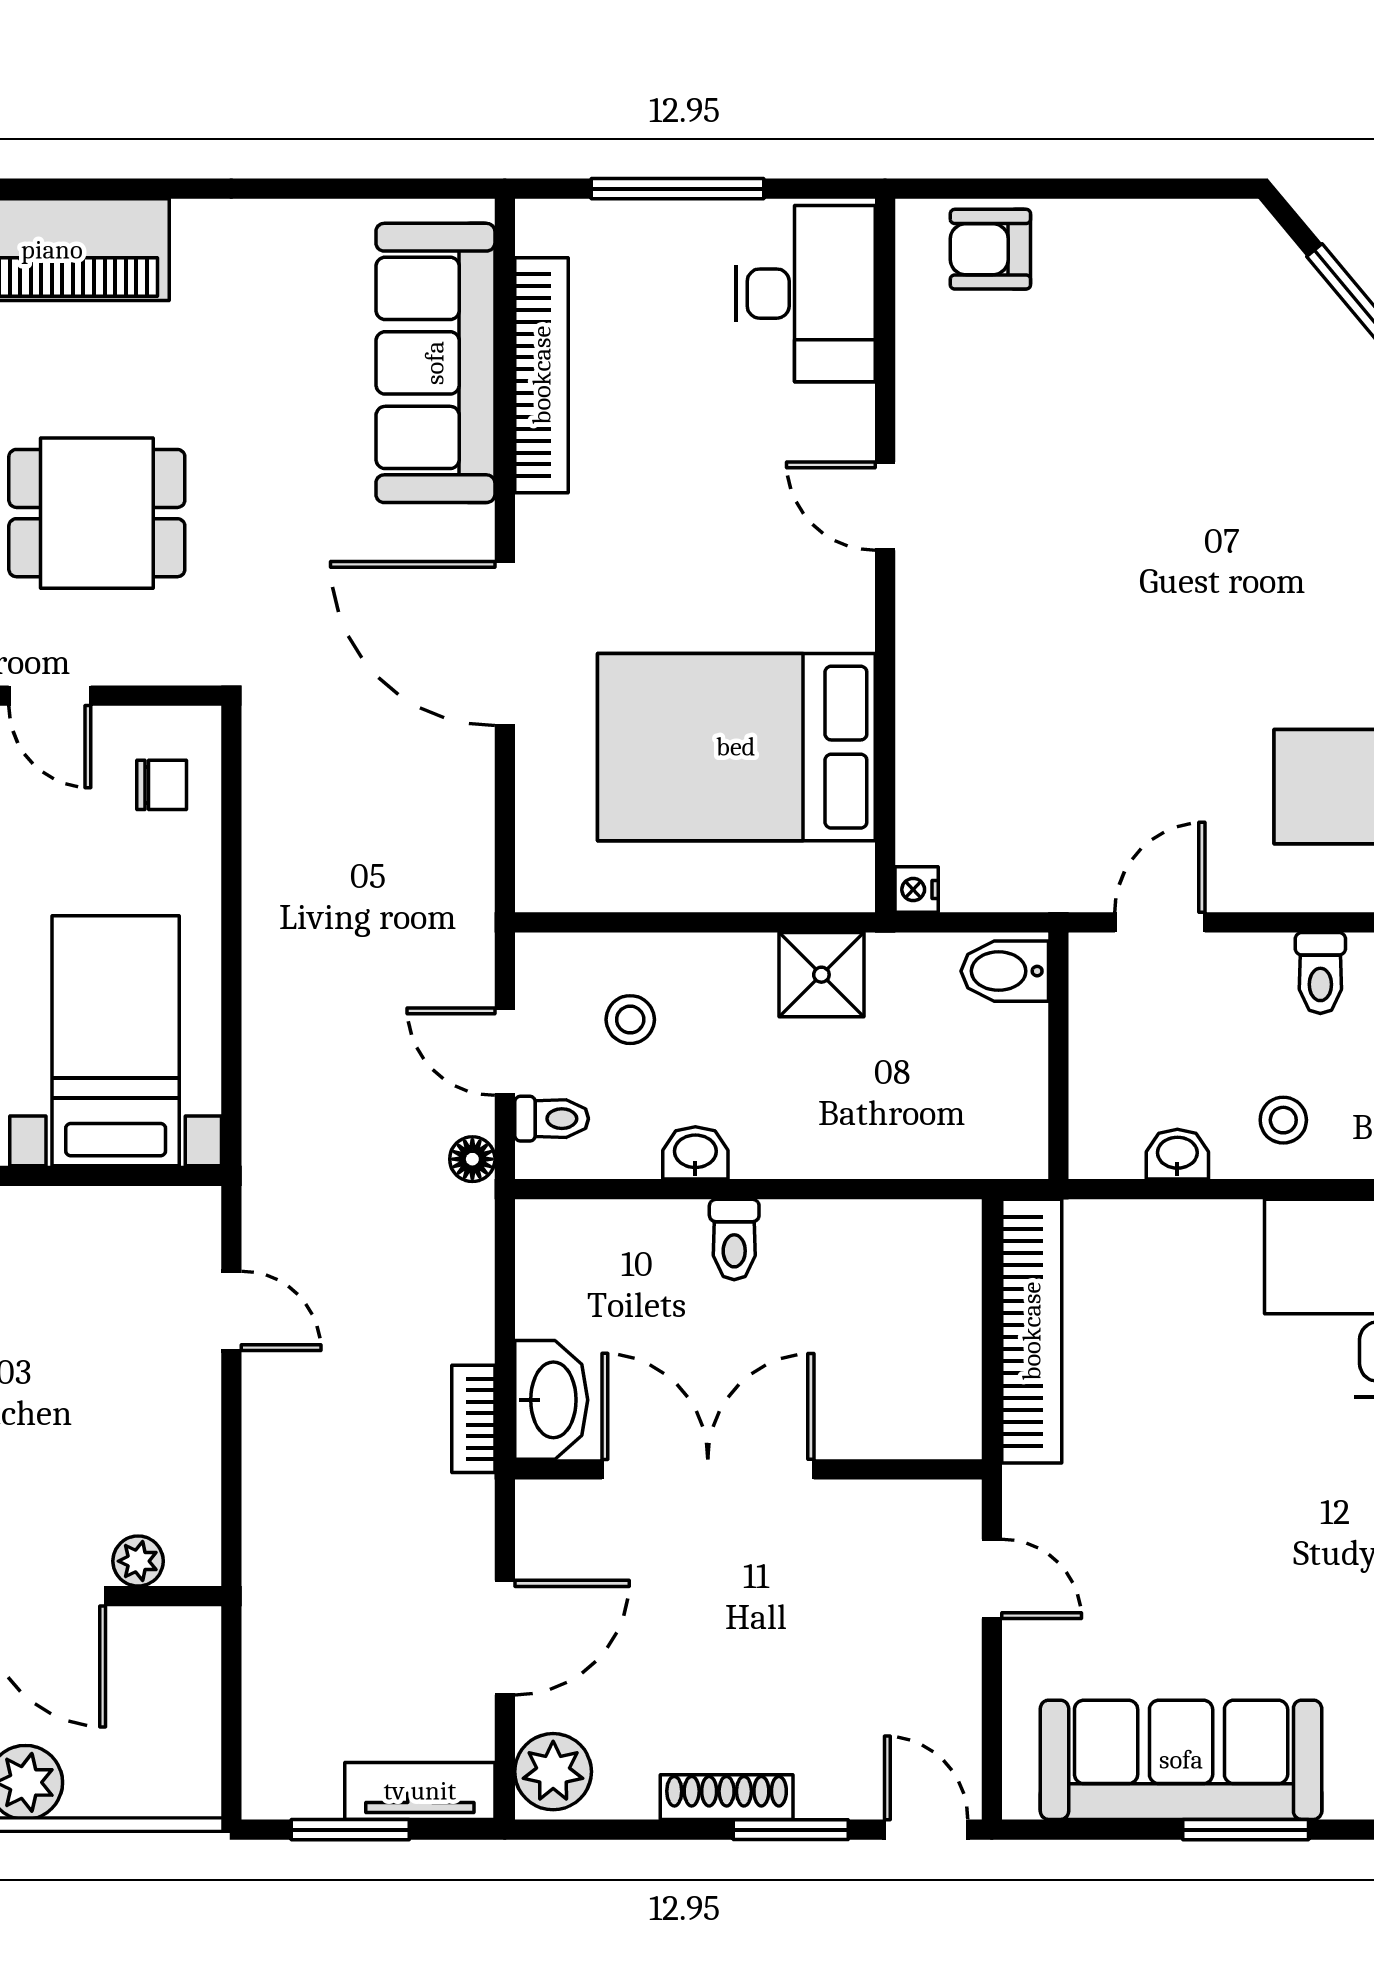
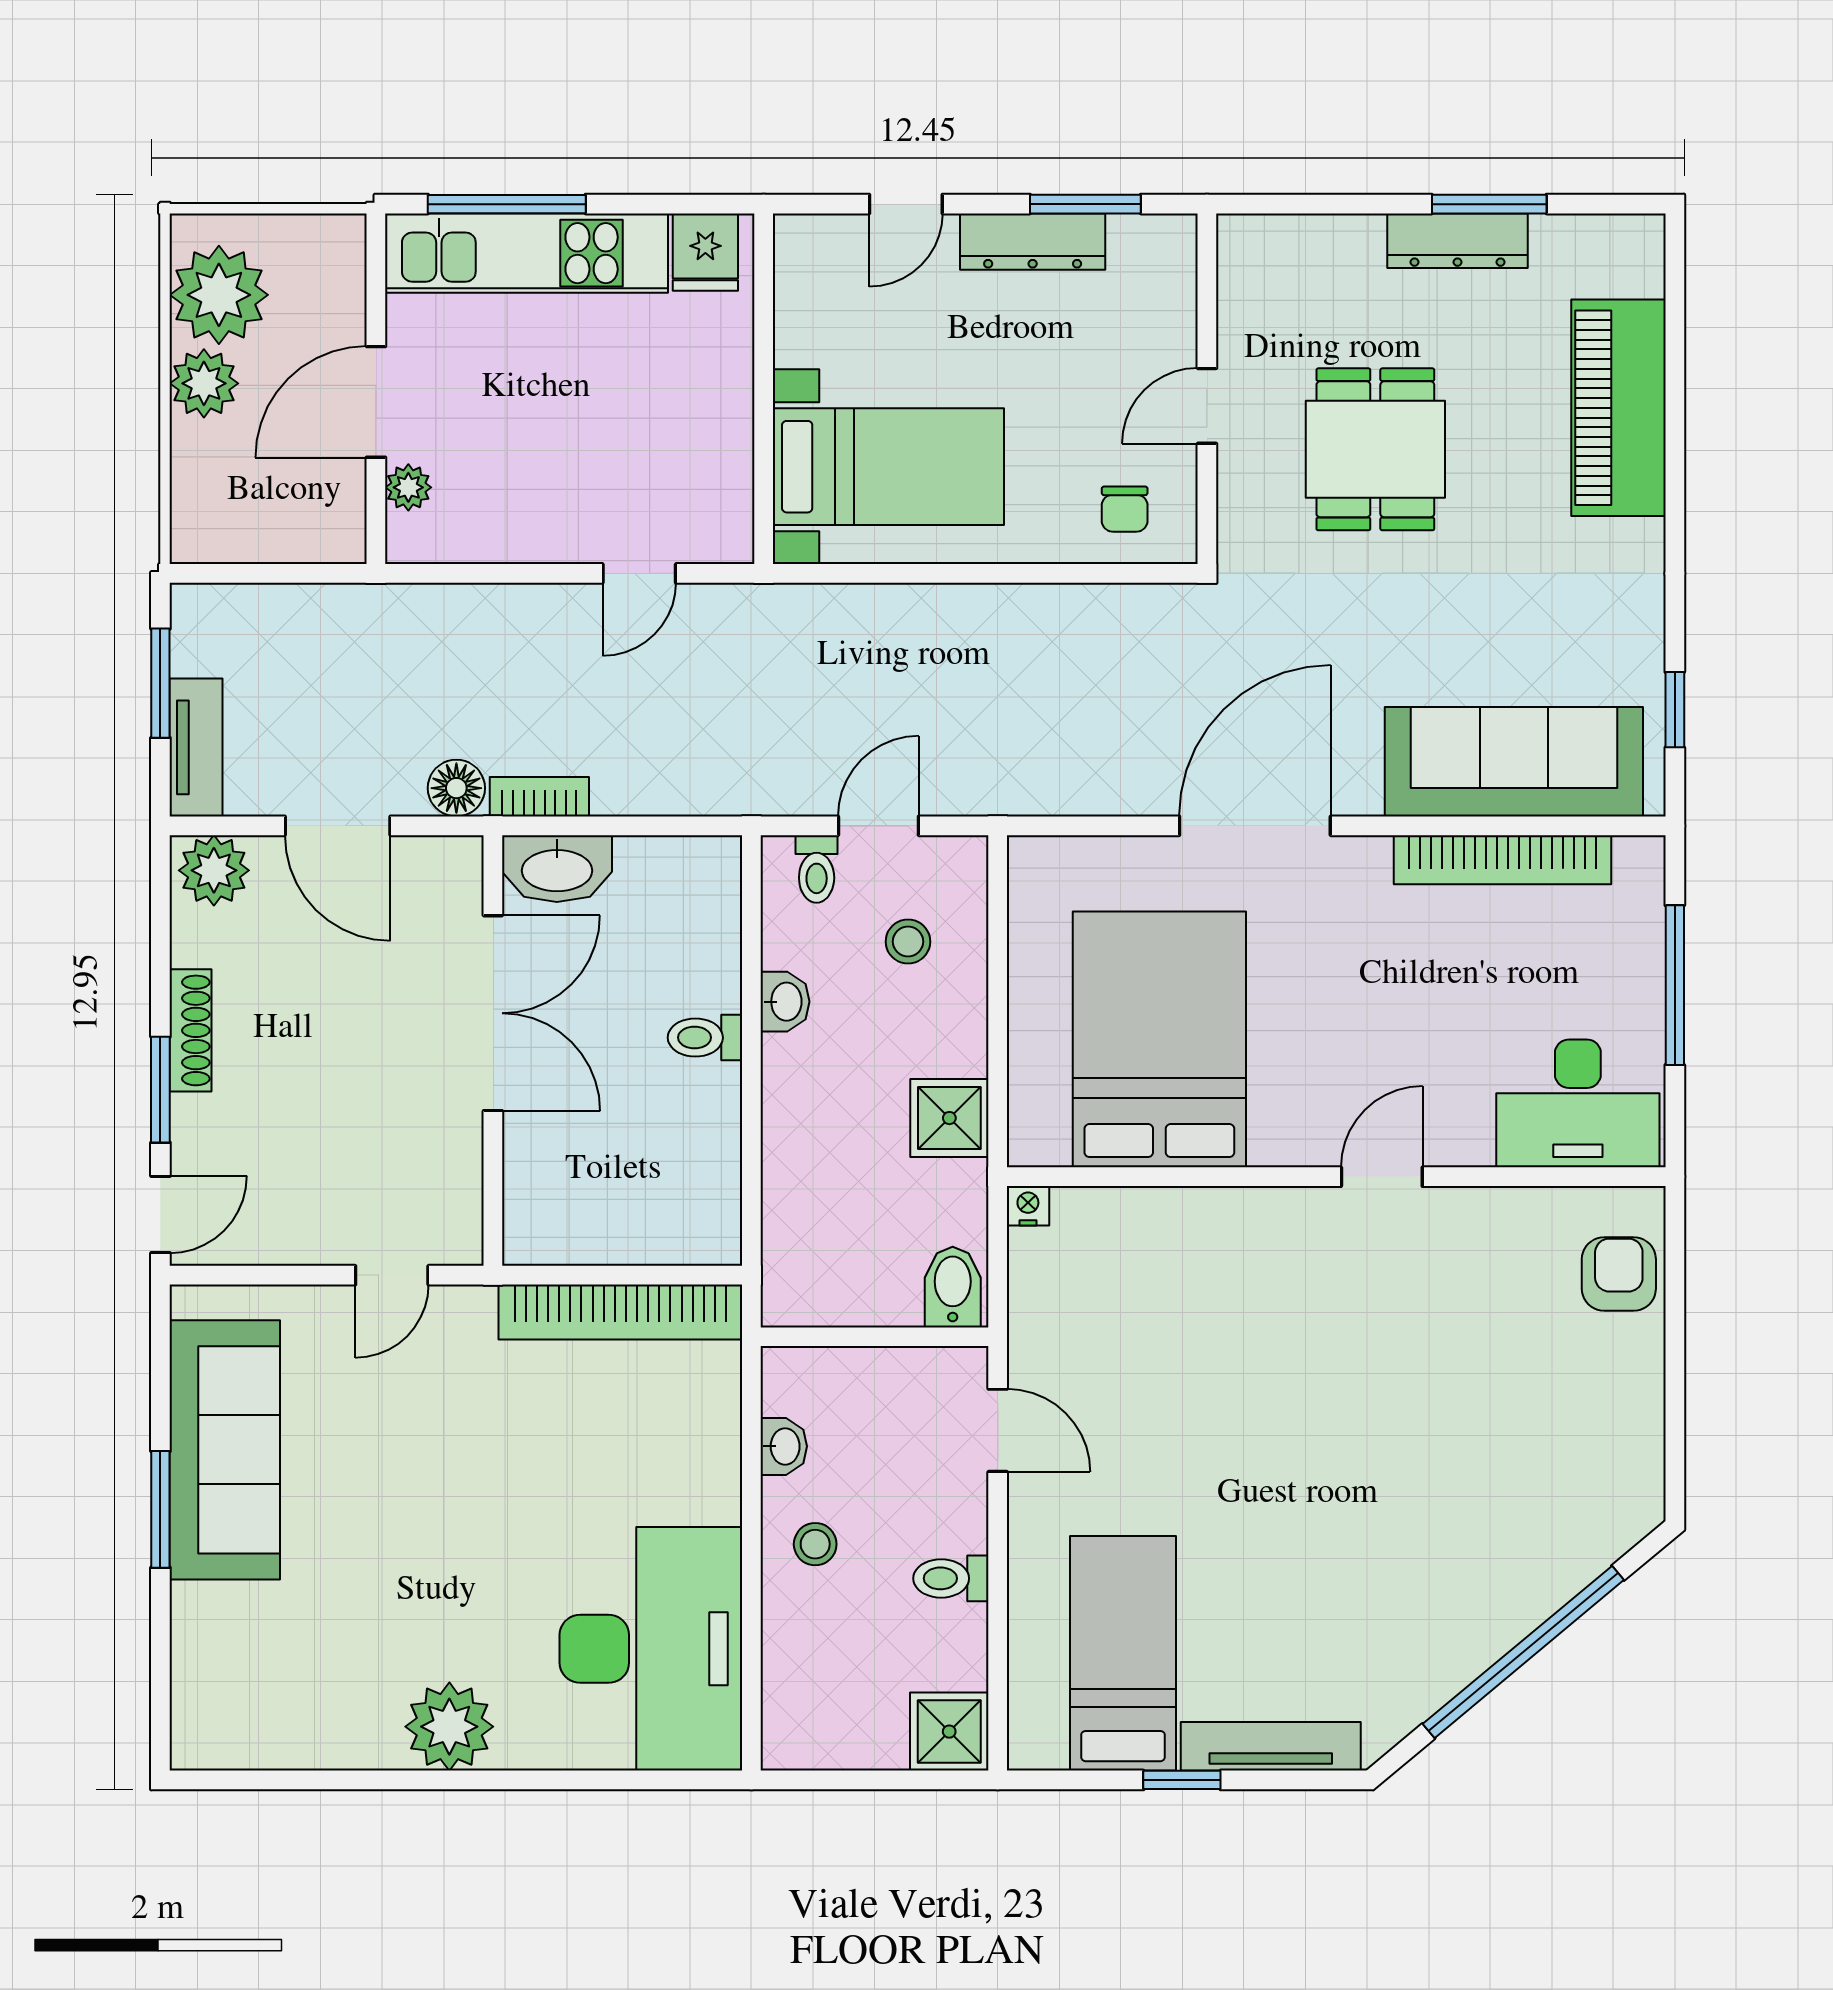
window: (379, 189) -> (1675, 710), added
floor lamp: (472, 1159) -> (456, 788), moved, width x1.37, depth x1.37

